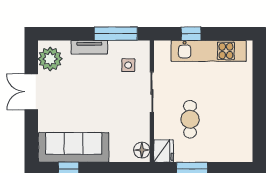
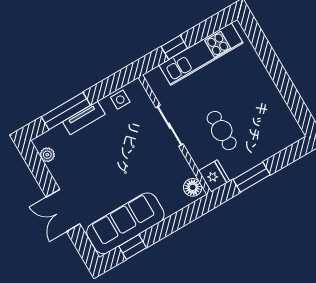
window: (116, 34) -> (66, 111), moved
plant: (50, 59) -> (47, 155), width x0.53, depth x0.53
side table: (128, 65) -> (120, 100), moved
double door: (31, 92) -> (63, 211), moved

